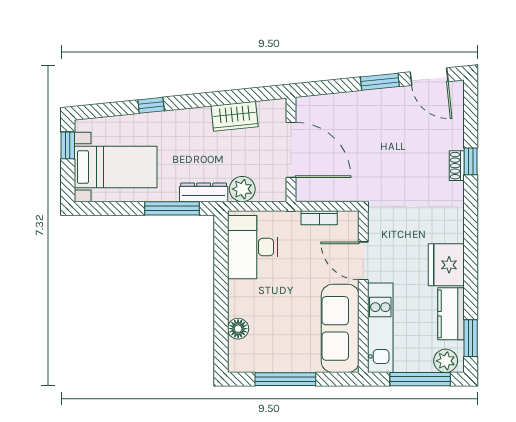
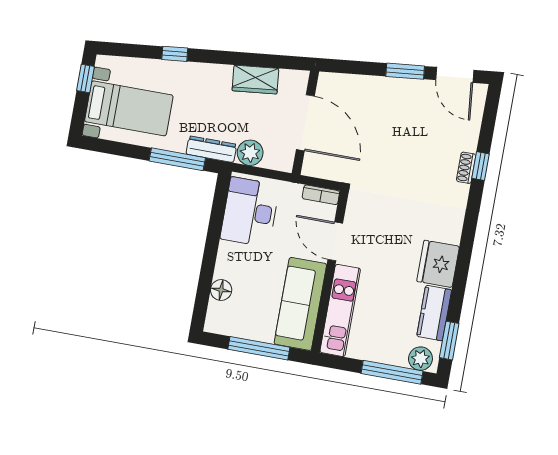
door: (363, 261) -> (335, 241), moved
wall: (363, 292) -> (330, 272), moved
sofa: (340, 328) -> (300, 304), moved
kitchen unit: (380, 328) -> (340, 310), moved

